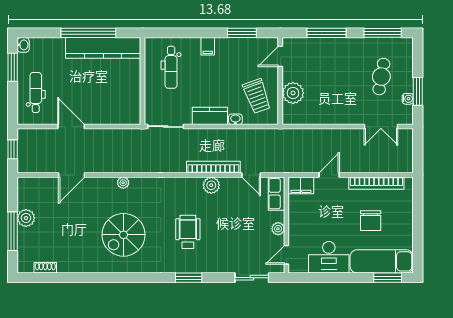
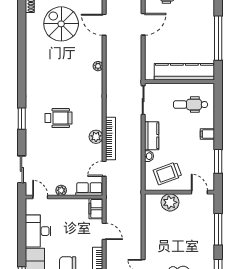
kitchen counter: (103, 48) -> (184, 72), moved, turned 90
spiral stairs: (123, 235) -> (61, 24), moved

